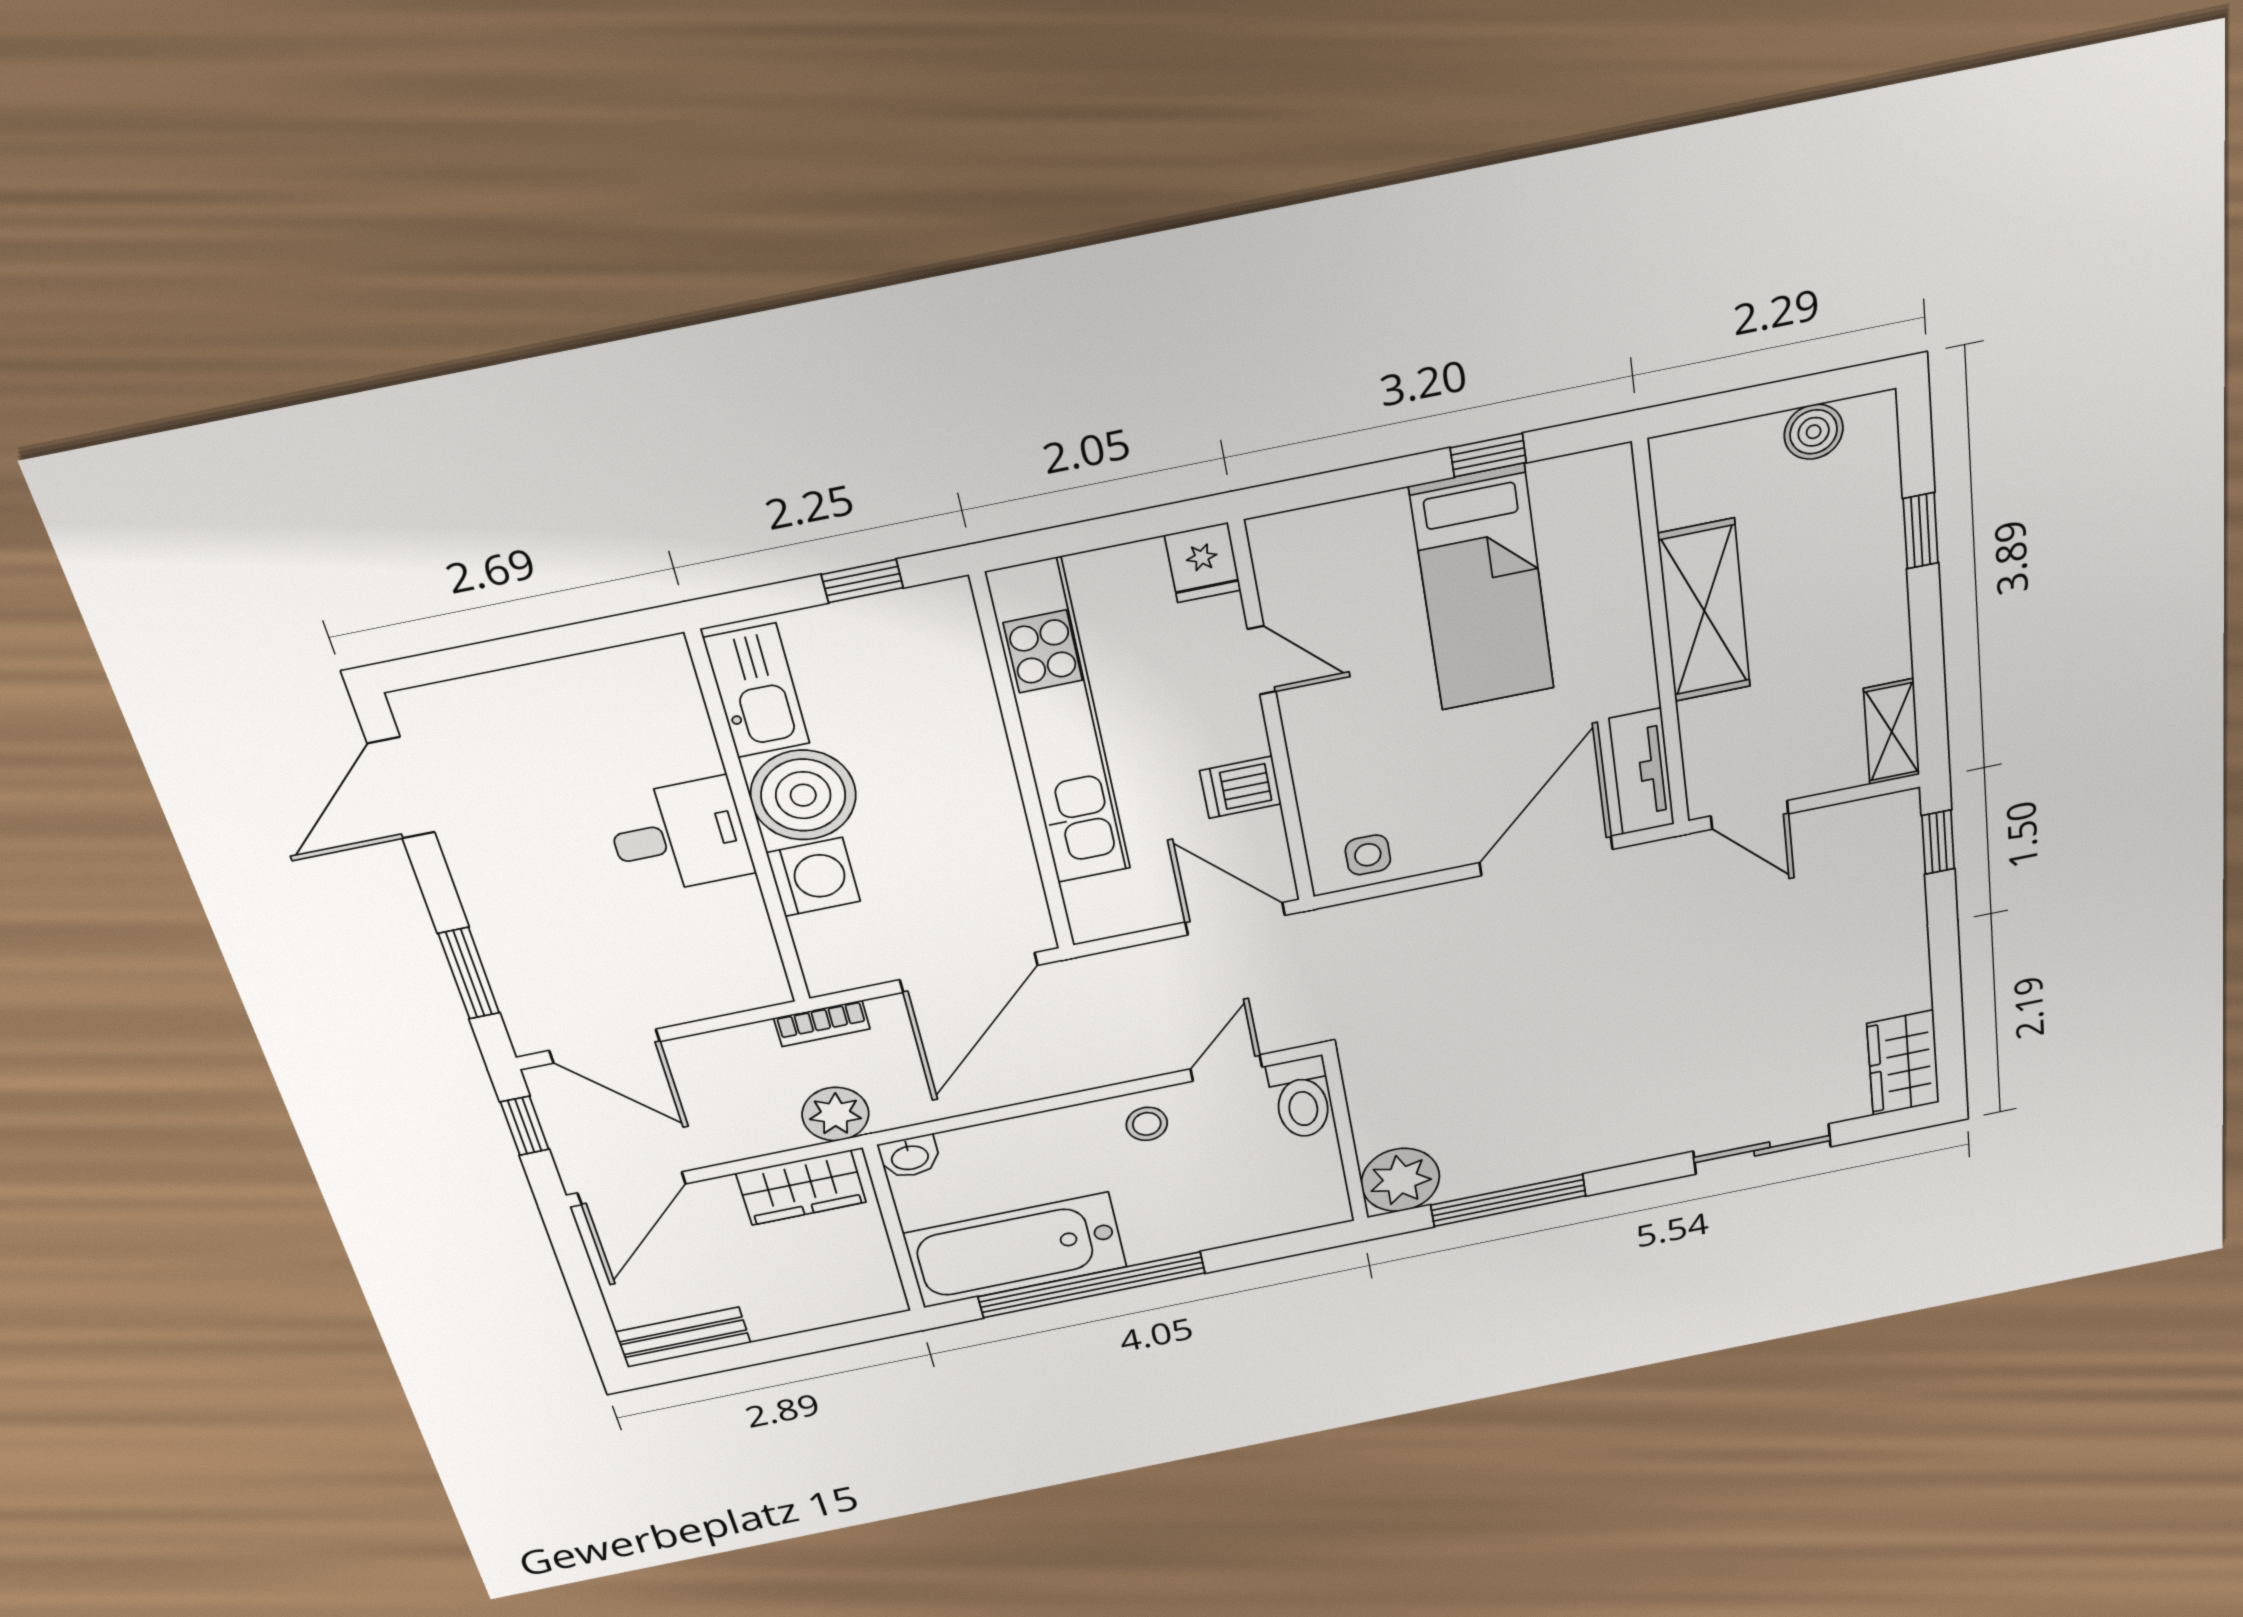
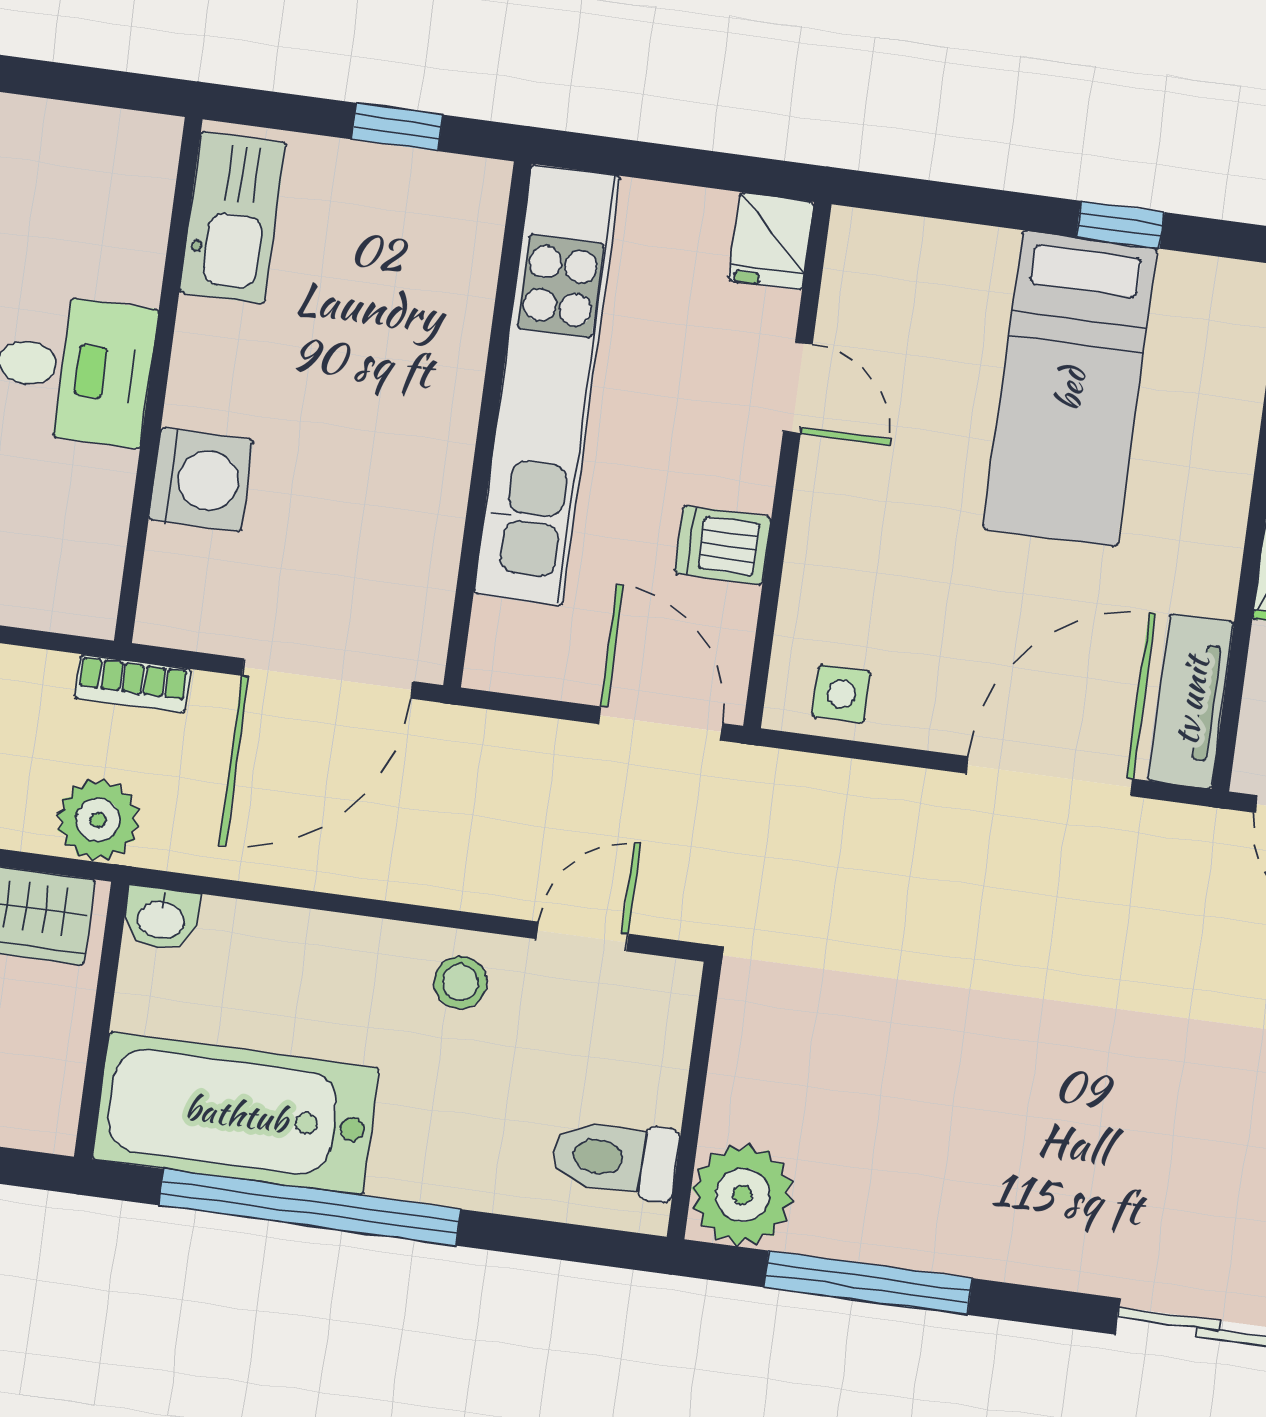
boiler: (803, 795) -> (231, 368), removed
toilet: (1301, 1098) -> (615, 1159), moved, turned 90

